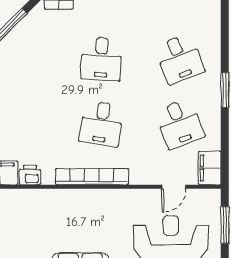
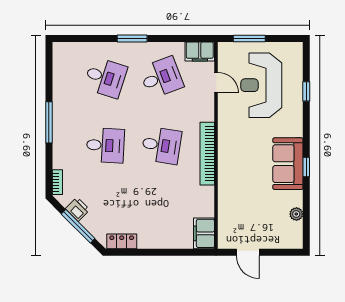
desk: (180, 59) -> (105, 78), turned 39
printer: (30, 175) -> (78, 209), moved, turned 135

